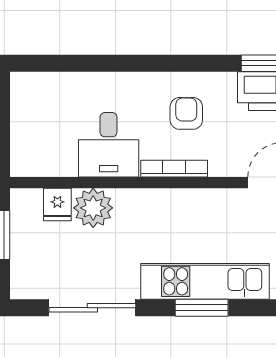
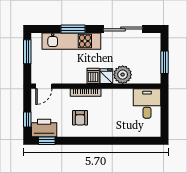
desk: (109, 145) -> (147, 103), moved
fridge: (57, 205) -> (106, 76), moved
dishwasher: (158, 205) -> (93, 76), added

